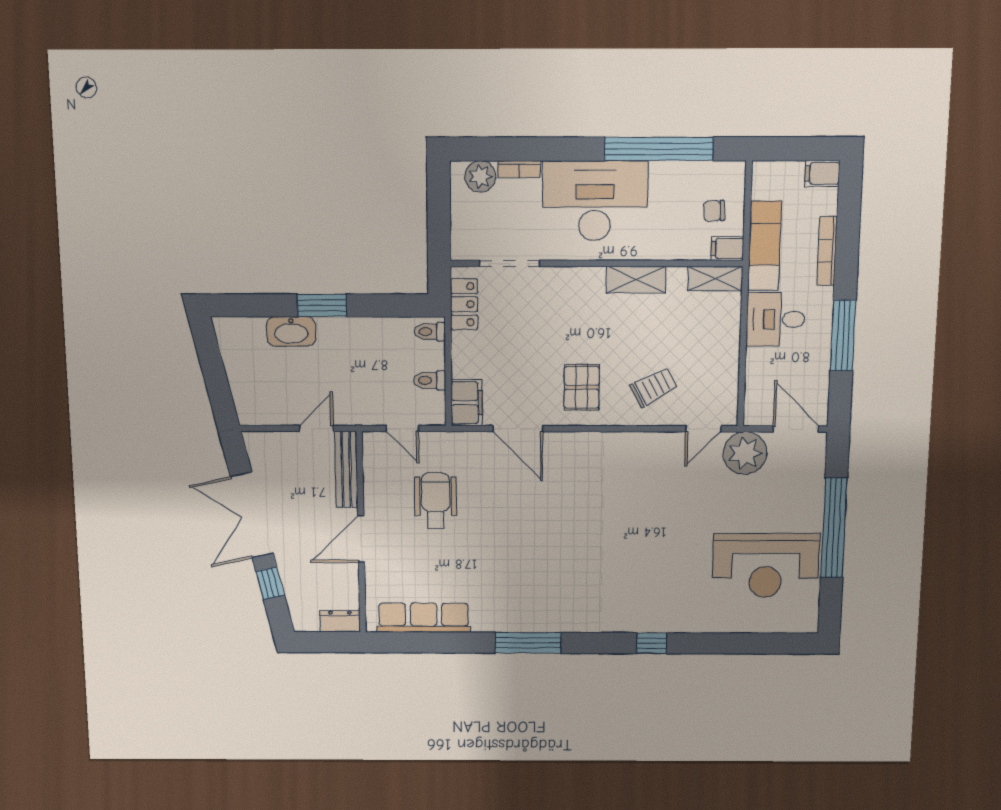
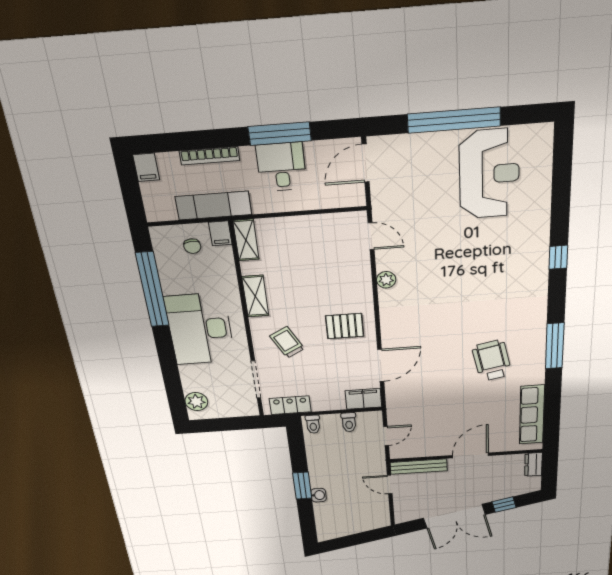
bookcase: (519, 169) -> (186, 379), removed
desk: (776, 319) -> (281, 167), moved, turned 180
washbasin: (291, 331) -> (319, 495), width x0.52, depth x0.69
trolley: (654, 387) -> (287, 342), moved
plant: (745, 453) -> (386, 280), moved, width x0.53, depth x0.53
wheelchair: (436, 501) -> (492, 361), moved, turned 78
door: (361, 539) -> (470, 455), swing flipped

